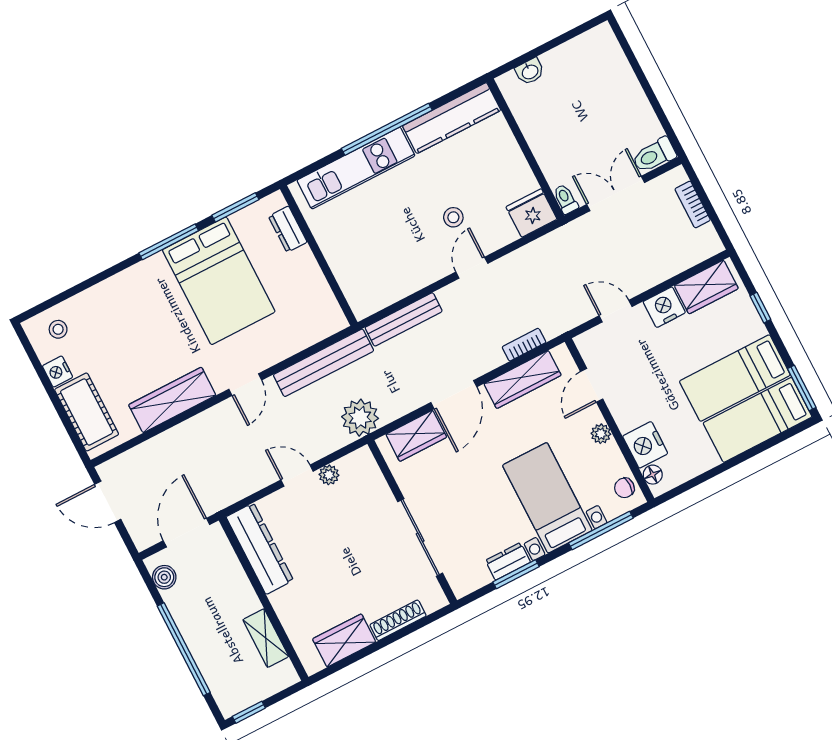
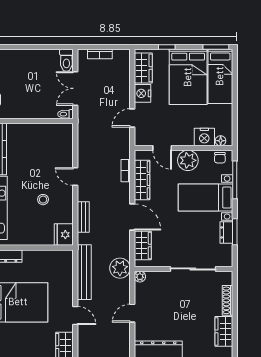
fridge: (531, 213) -> (64, 235), moved
stool: (453, 217) -> (43, 200), moved
bench: (404, 319) -> (83, 217), width x0.73
bed: (735, 378) -> (188, 77), width x1.50
plant: (601, 434) -> (188, 160), width x1.88, depth x1.88
plant: (329, 475) -> (140, 277), moved

